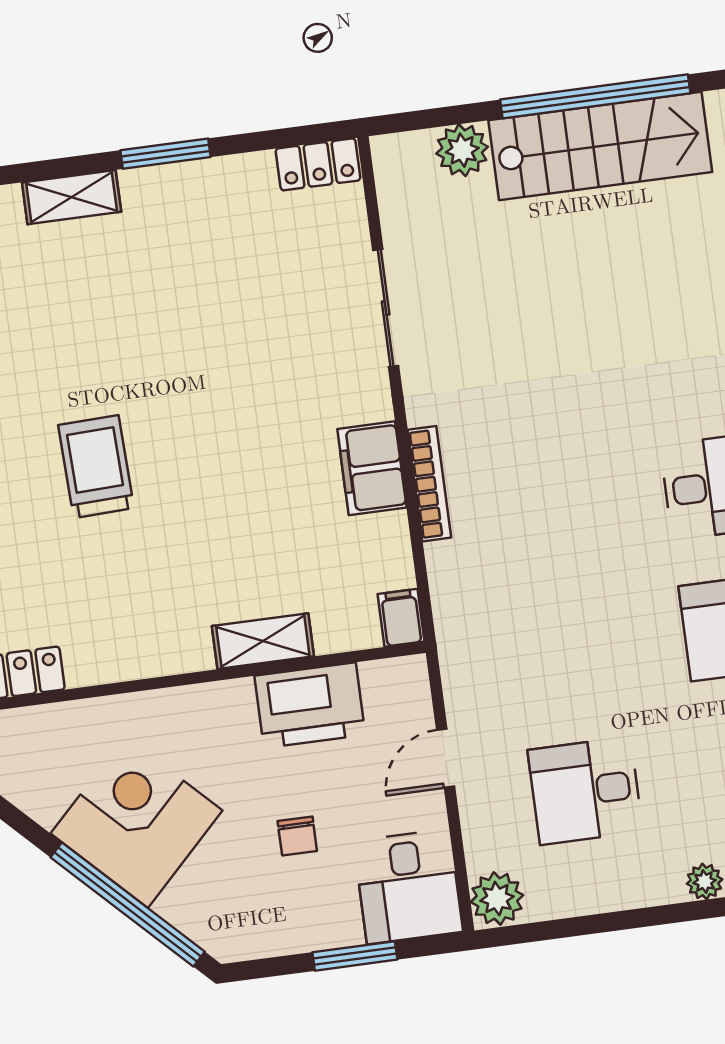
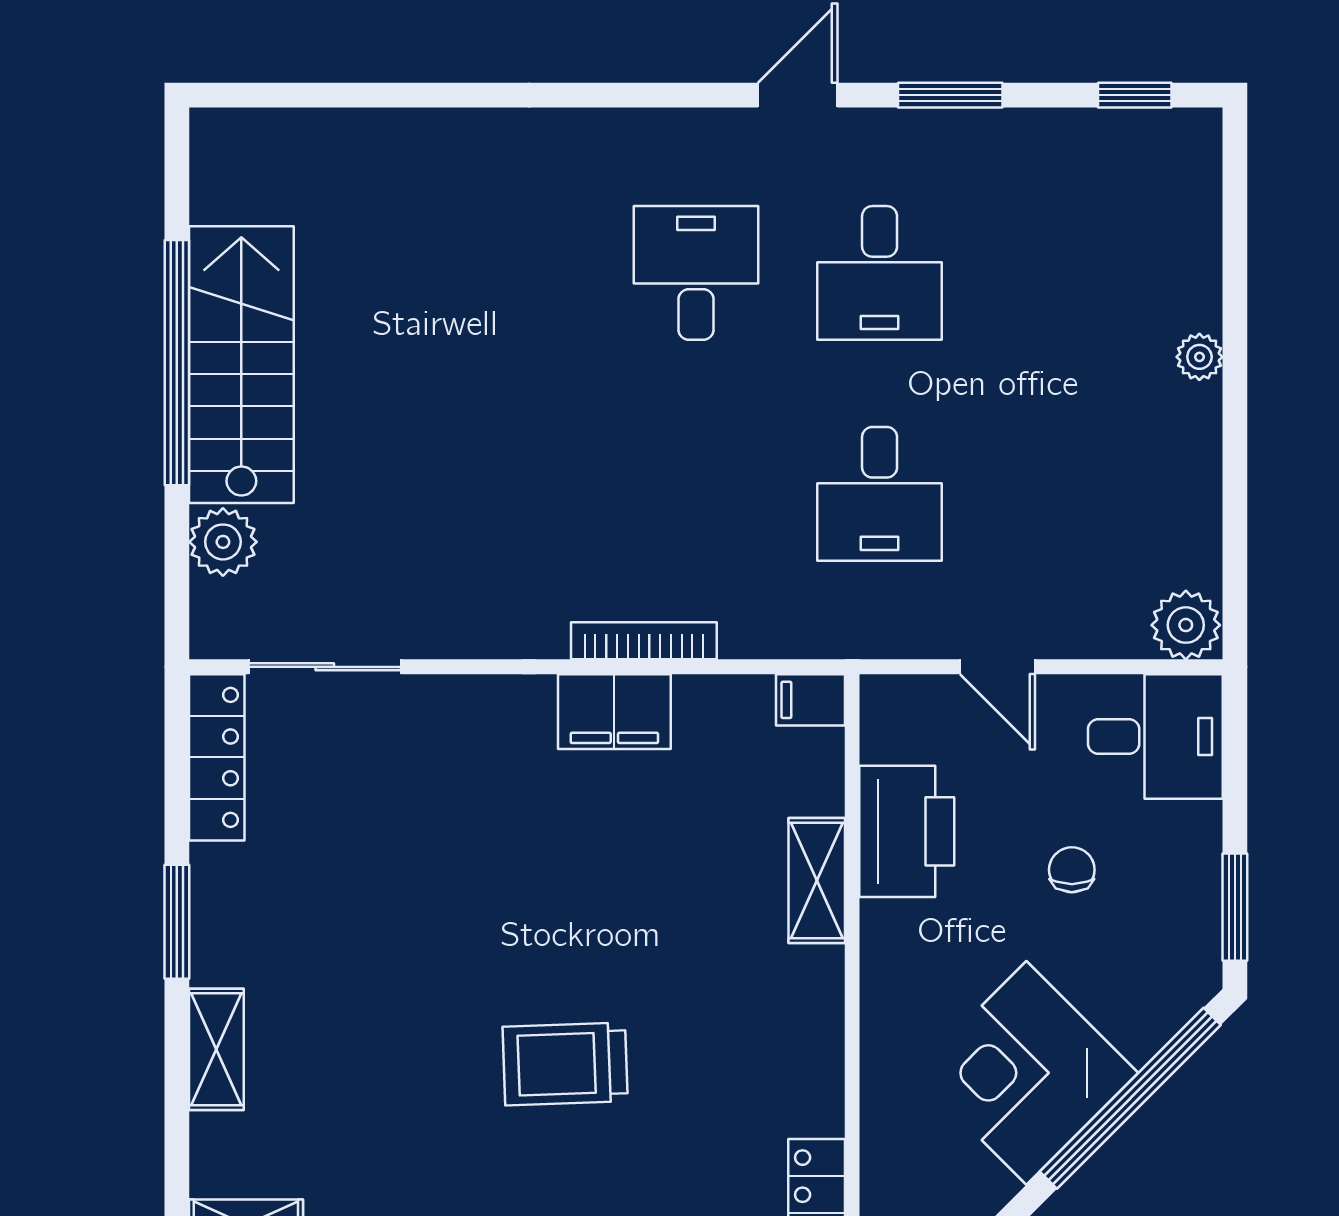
locker: (318, 164) -> (217, 757), width x1.53
sliding door: (386, 308) -> (325, 667), moved
desk: (585, 791) -> (880, 494), moved
chair: (297, 836) -> (1072, 870), turned -90
window: (355, 956) -> (1235, 907), moved

